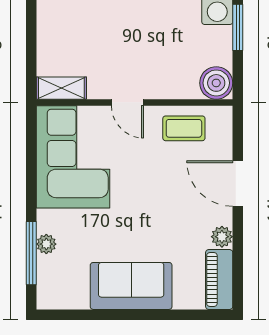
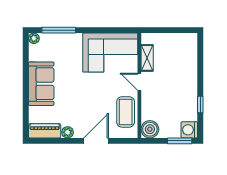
shelving: (61, 88) -> (147, 58), moved
door: (128, 102) -> (139, 82), hinge flipped
coffee table: (184, 128) -> (126, 112), width x1.36, depth x1.30
plant: (46, 244) -> (34, 38), moved

